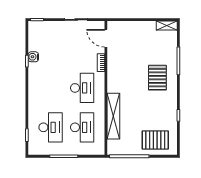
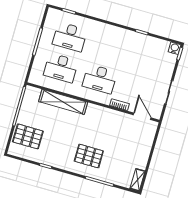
door: (106, 38) -> (142, 116), hinge flipped
water cooler: (33, 57) -> (175, 48), moved
pallet: (155, 140) -> (28, 136), turned 90

